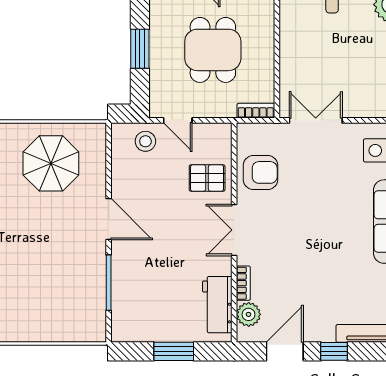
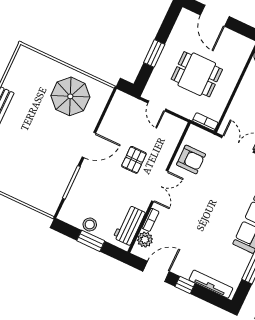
dining table: (213, 50) -> (197, 74), turned 90
stool: (145, 141) -> (90, 225), moved
pallet: (207, 178) -> (134, 160), moved, turned 90
door: (109, 219) -> (89, 145), hinge flipped
double door: (234, 230) -> (160, 186), swing flipped

